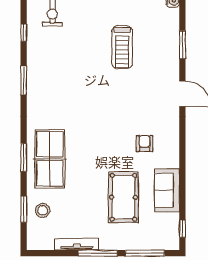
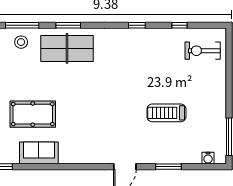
window: (24, 80) -> (137, 25), width x0.67
armchair: (145, 144) -> (81, 133), removed
window: (24, 209) -> (22, 25), width x1.44

